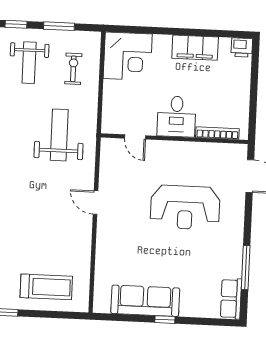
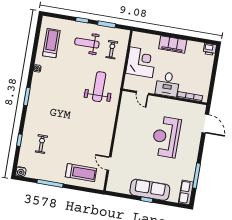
filing cabinet: (195, 48) -> (173, 44), moved
corner desk: (128, 56) -> (141, 62), moved, turned -90
weight bench: (29, 63) -> (87, 43), turned 90
door: (96, 202) -> (109, 164), moved
reception desk: (185, 207) -> (166, 137), turned 90
sofa: (145, 301) -> (150, 190), moved

